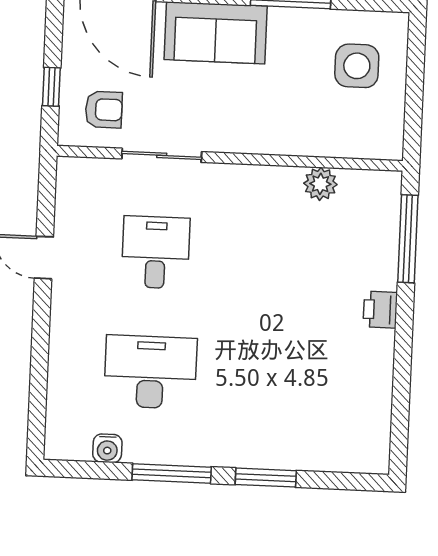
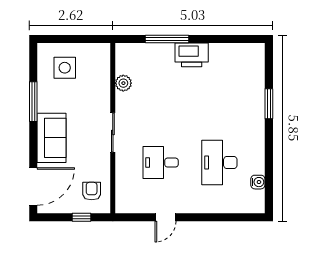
sliding door: (162, 155) -> (113, 132), moved
window: (408, 239) -> (167, 39), moved
printer: (380, 310) -> (192, 55), width x1.87, depth x1.48
window: (172, 473) -> (269, 150), removed

